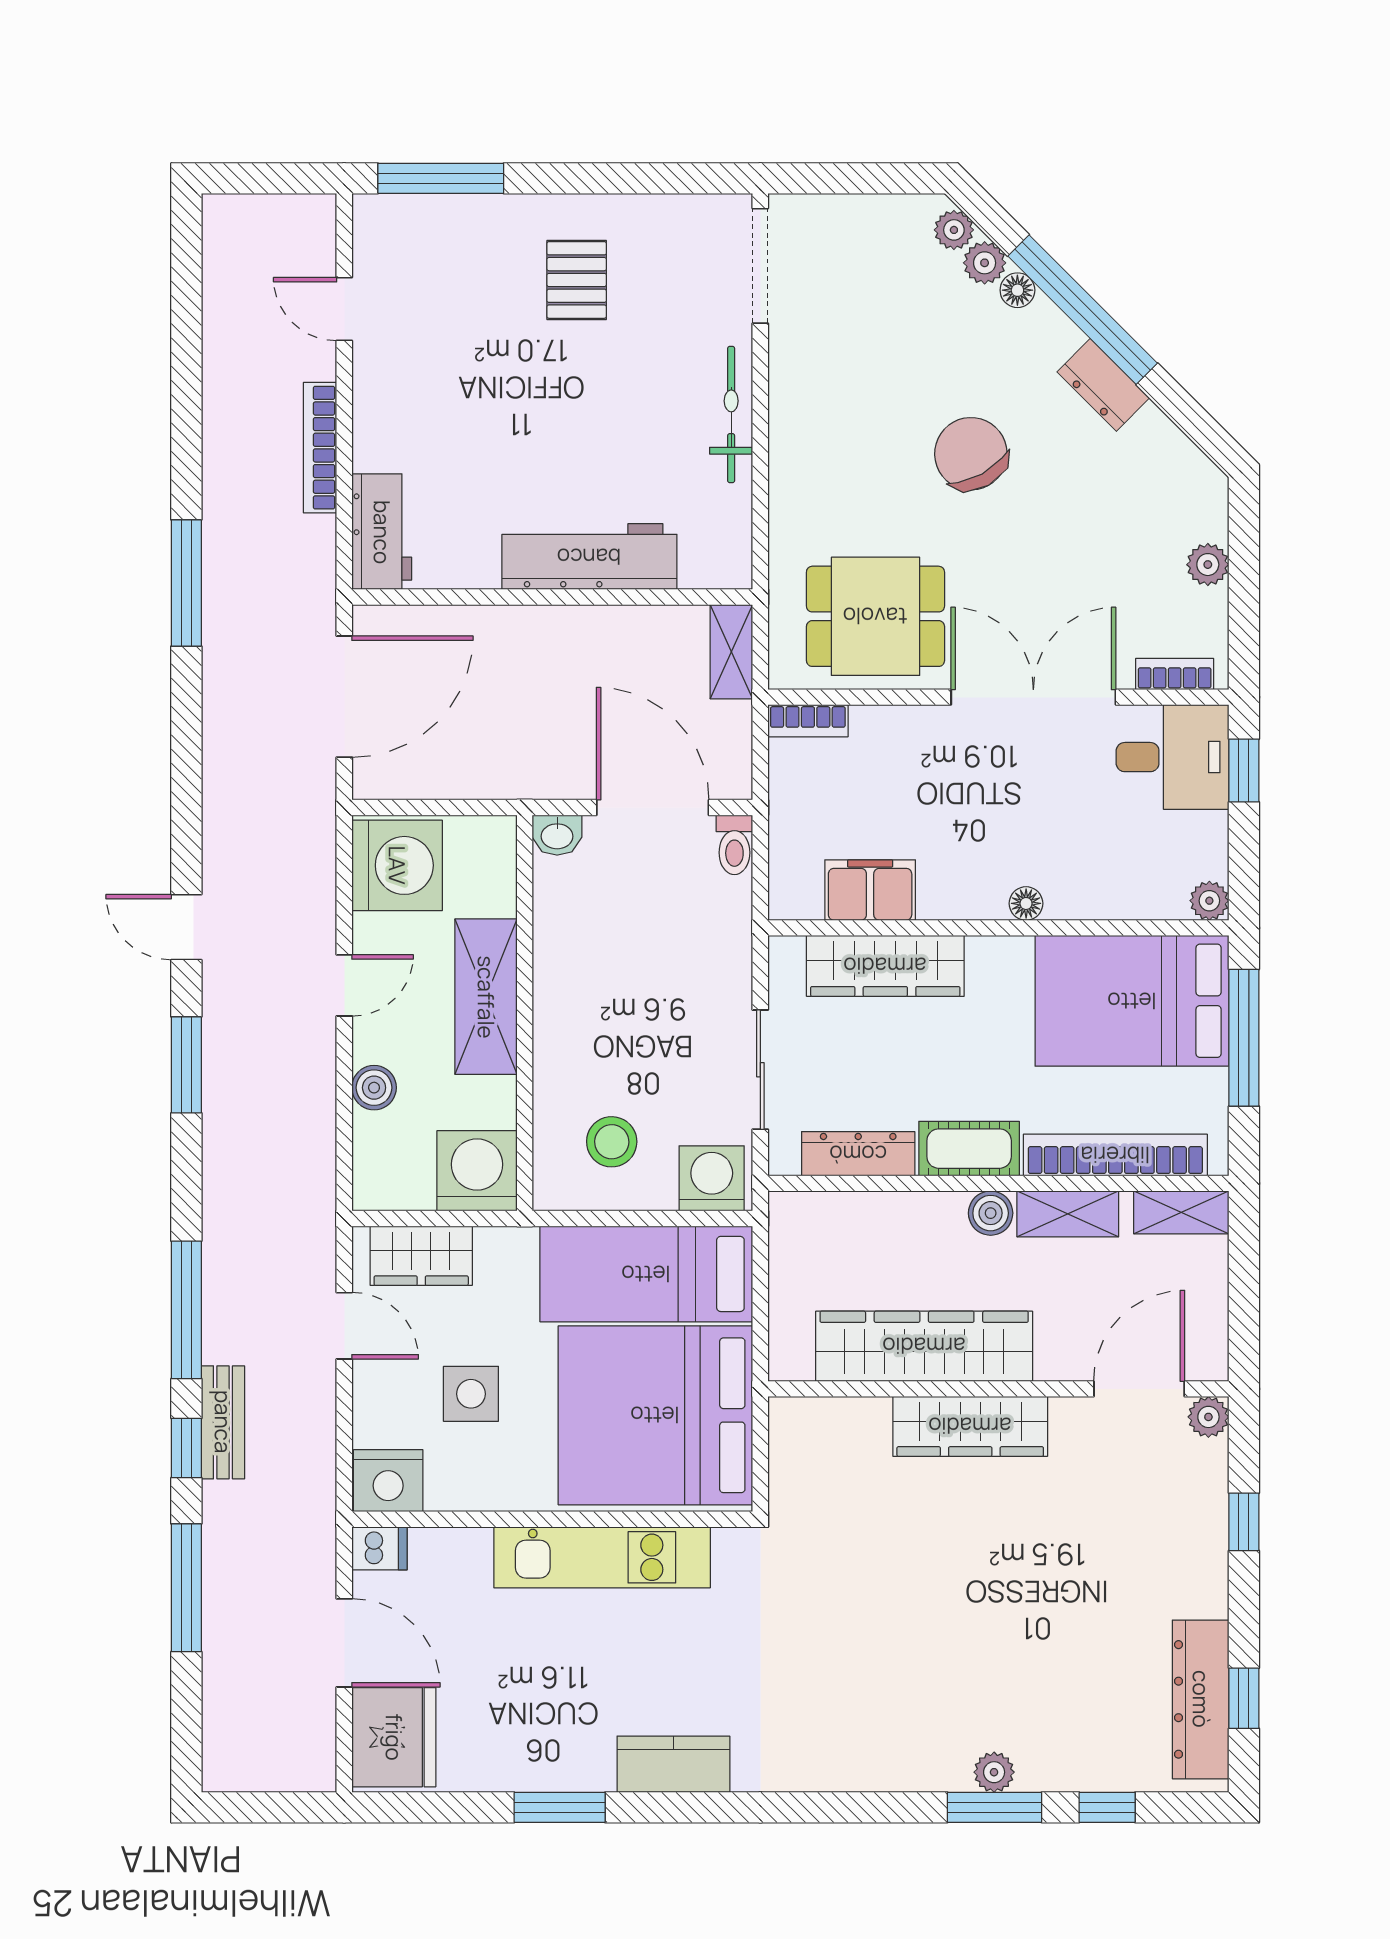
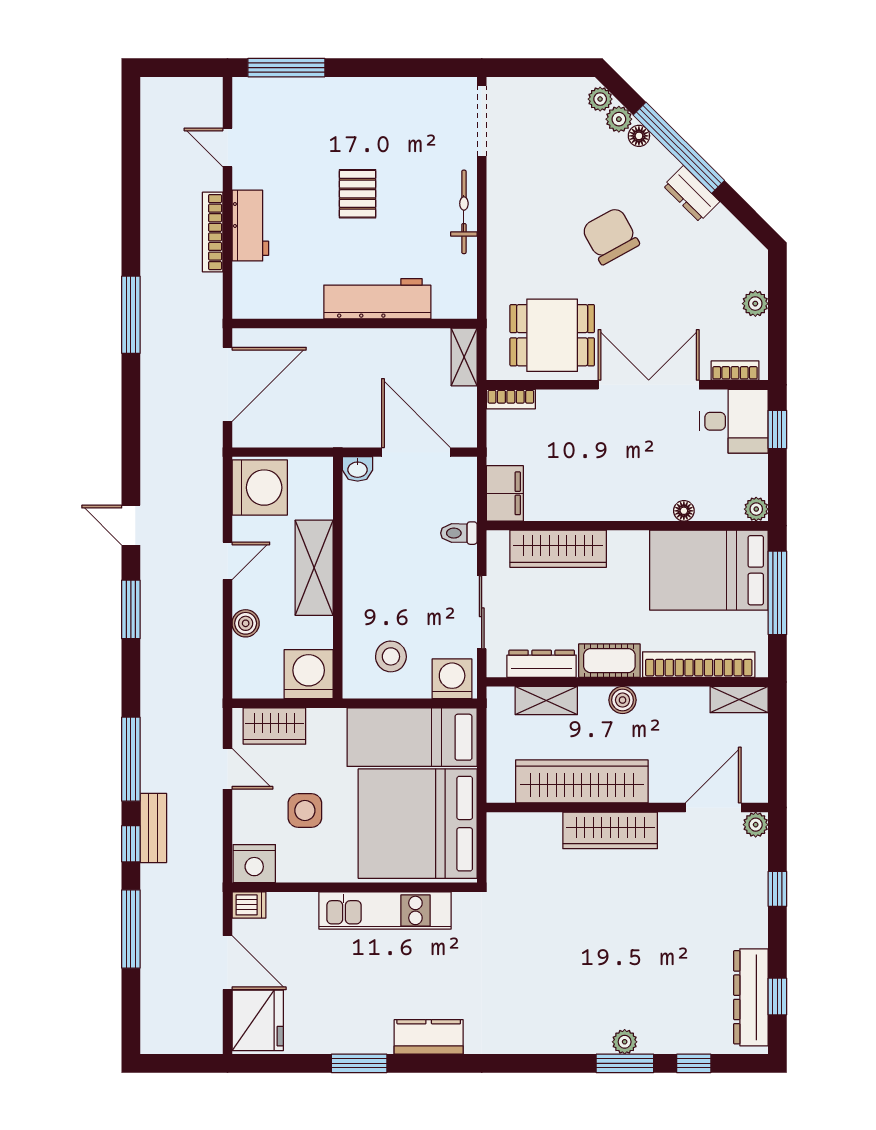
pallet: (577, 280) -> (358, 194), moved
workbench: (382, 532) -> (250, 226), moved
toilet: (734, 845) -> (459, 533), moved, turned 90
filing cabinet: (870, 890) -> (505, 493), moved, turned 90
floor lamp: (1026, 903) -> (684, 511), moved
shelving: (1068, 1214) -> (546, 701), moved

